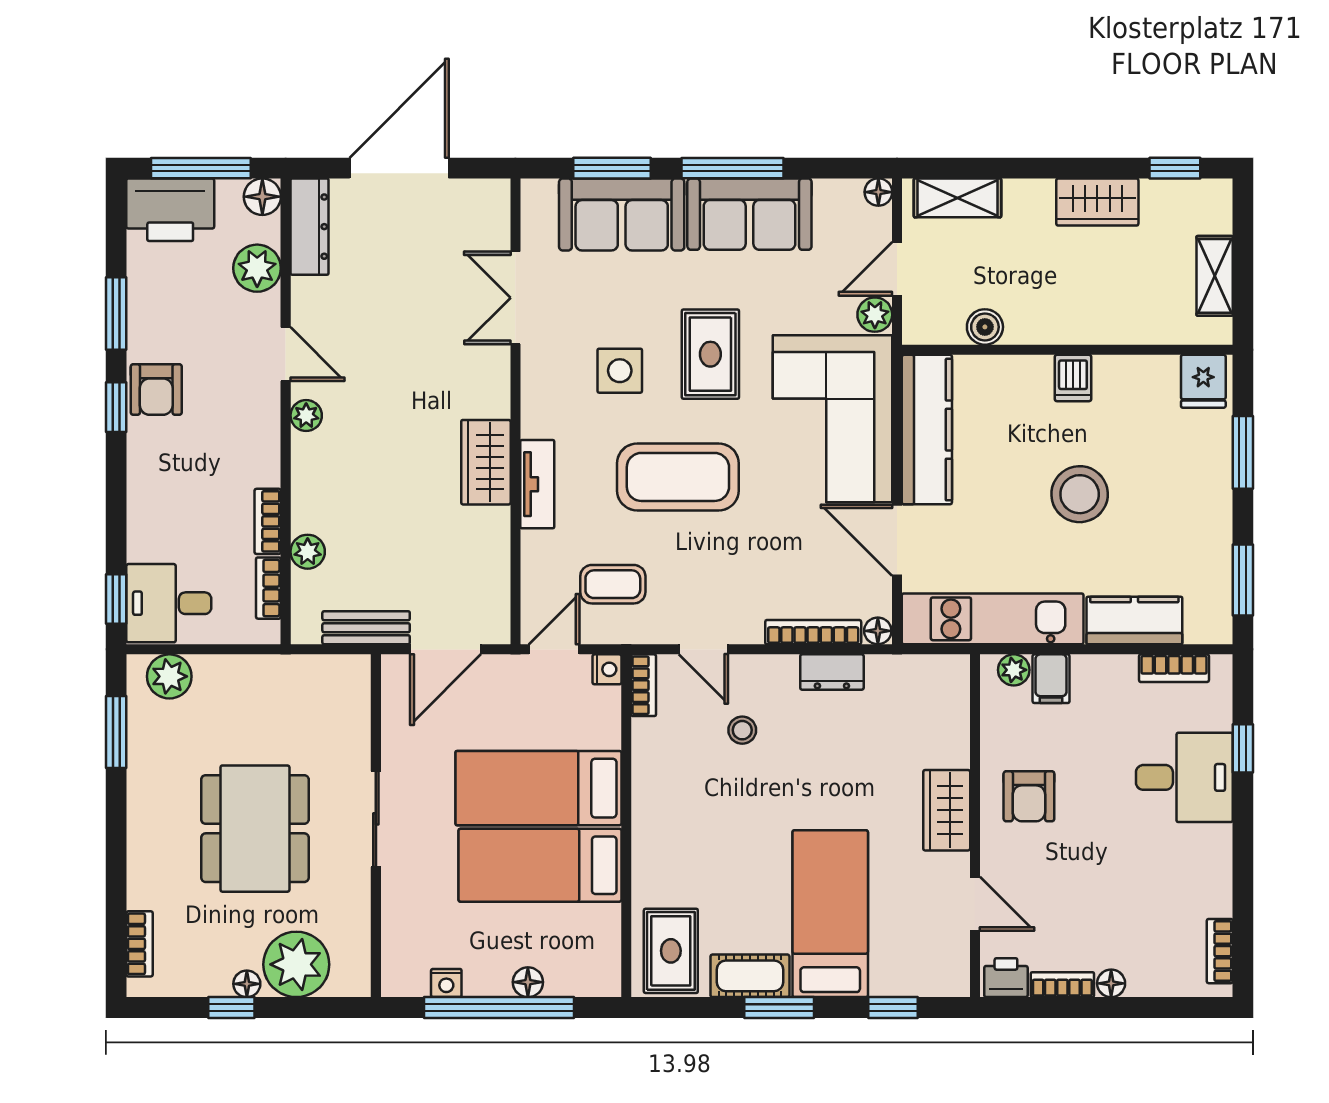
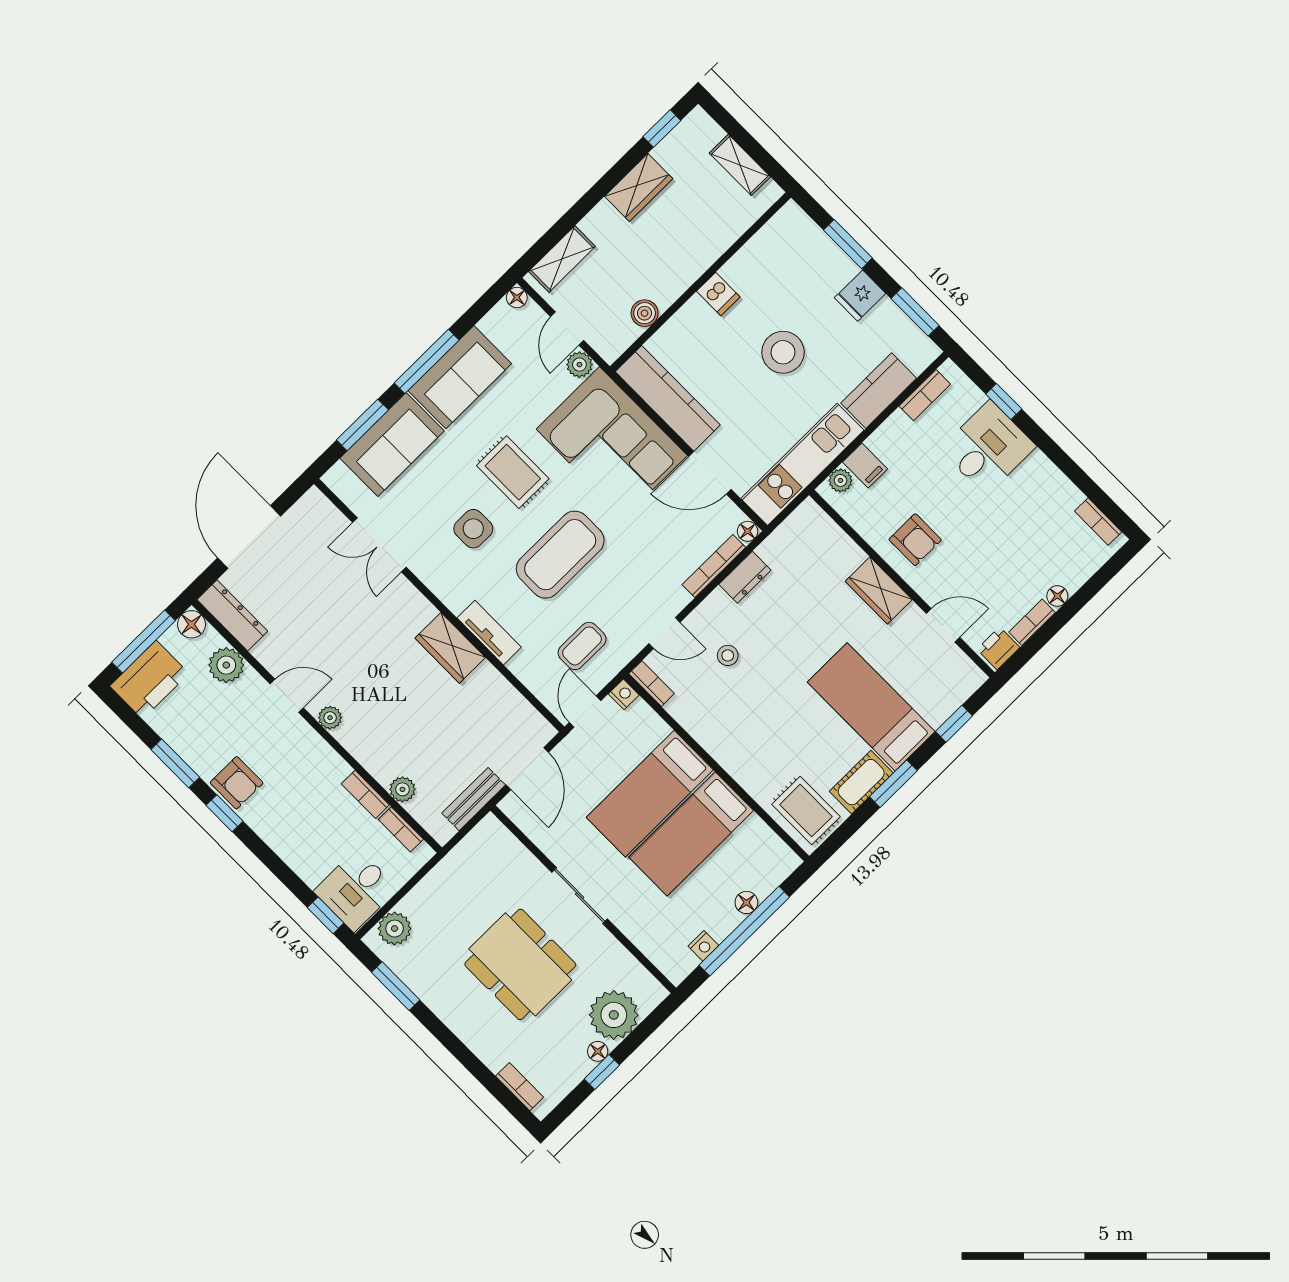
fridge: (1203, 381) -> (860, 296), moved, turned 90

